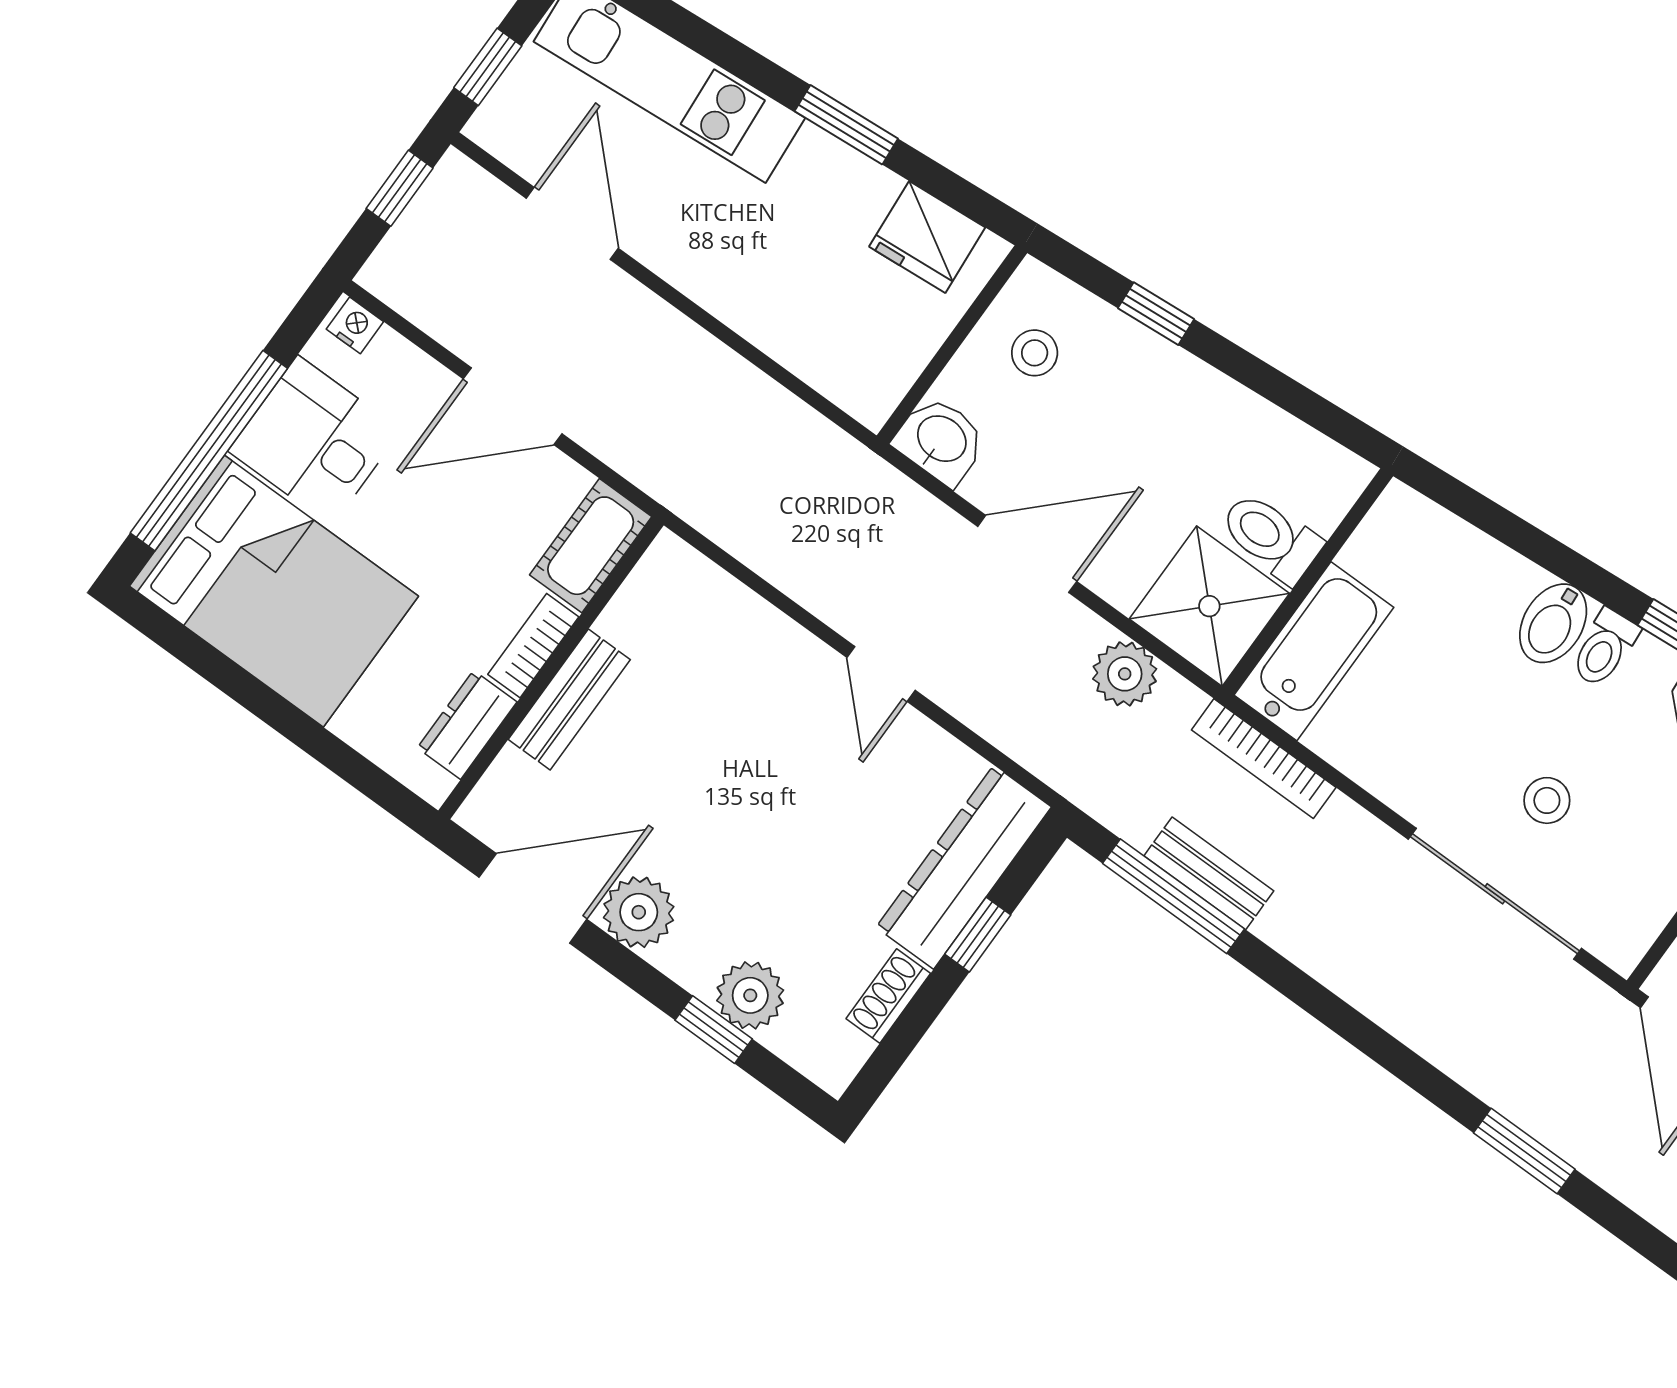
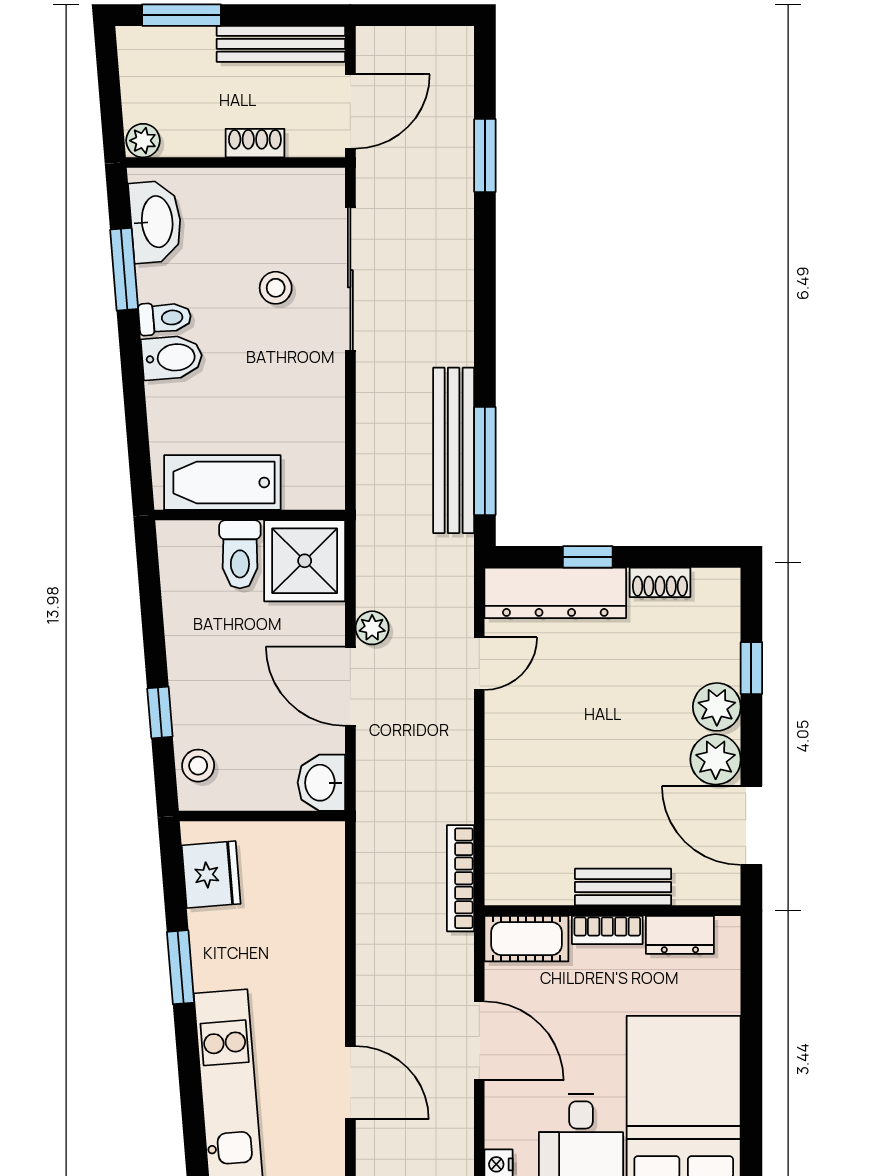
door: (572, 223) -> (350, 1083), swing flipped
stool: (1035, 353) -> (198, 766), moved
bathtub: (1314, 651) -> (222, 482), moved
door: (881, 674) -> (479, 664), moved
plant: (1125, 674) -> (372, 628), moved, width x0.73, depth x0.73
bookcase: (1264, 759) -> (461, 878), moved, turned 180
bench: (1209, 873) -> (454, 450), width x1.86, depth x1.21
plant: (750, 995) -> (717, 707), moved

